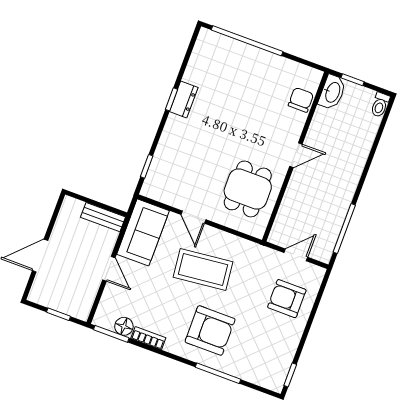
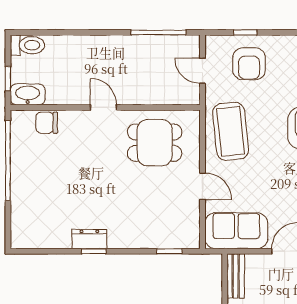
window: (247, 41) -> (8, 161), moved
toilet: (380, 105) -> (27, 45), width x1.37, depth x1.39
door: (193, 217) -> (202, 186), hinge flipped
coffee table: (203, 269) -> (231, 131), moved
window: (316, 305) -> (245, 32), added

